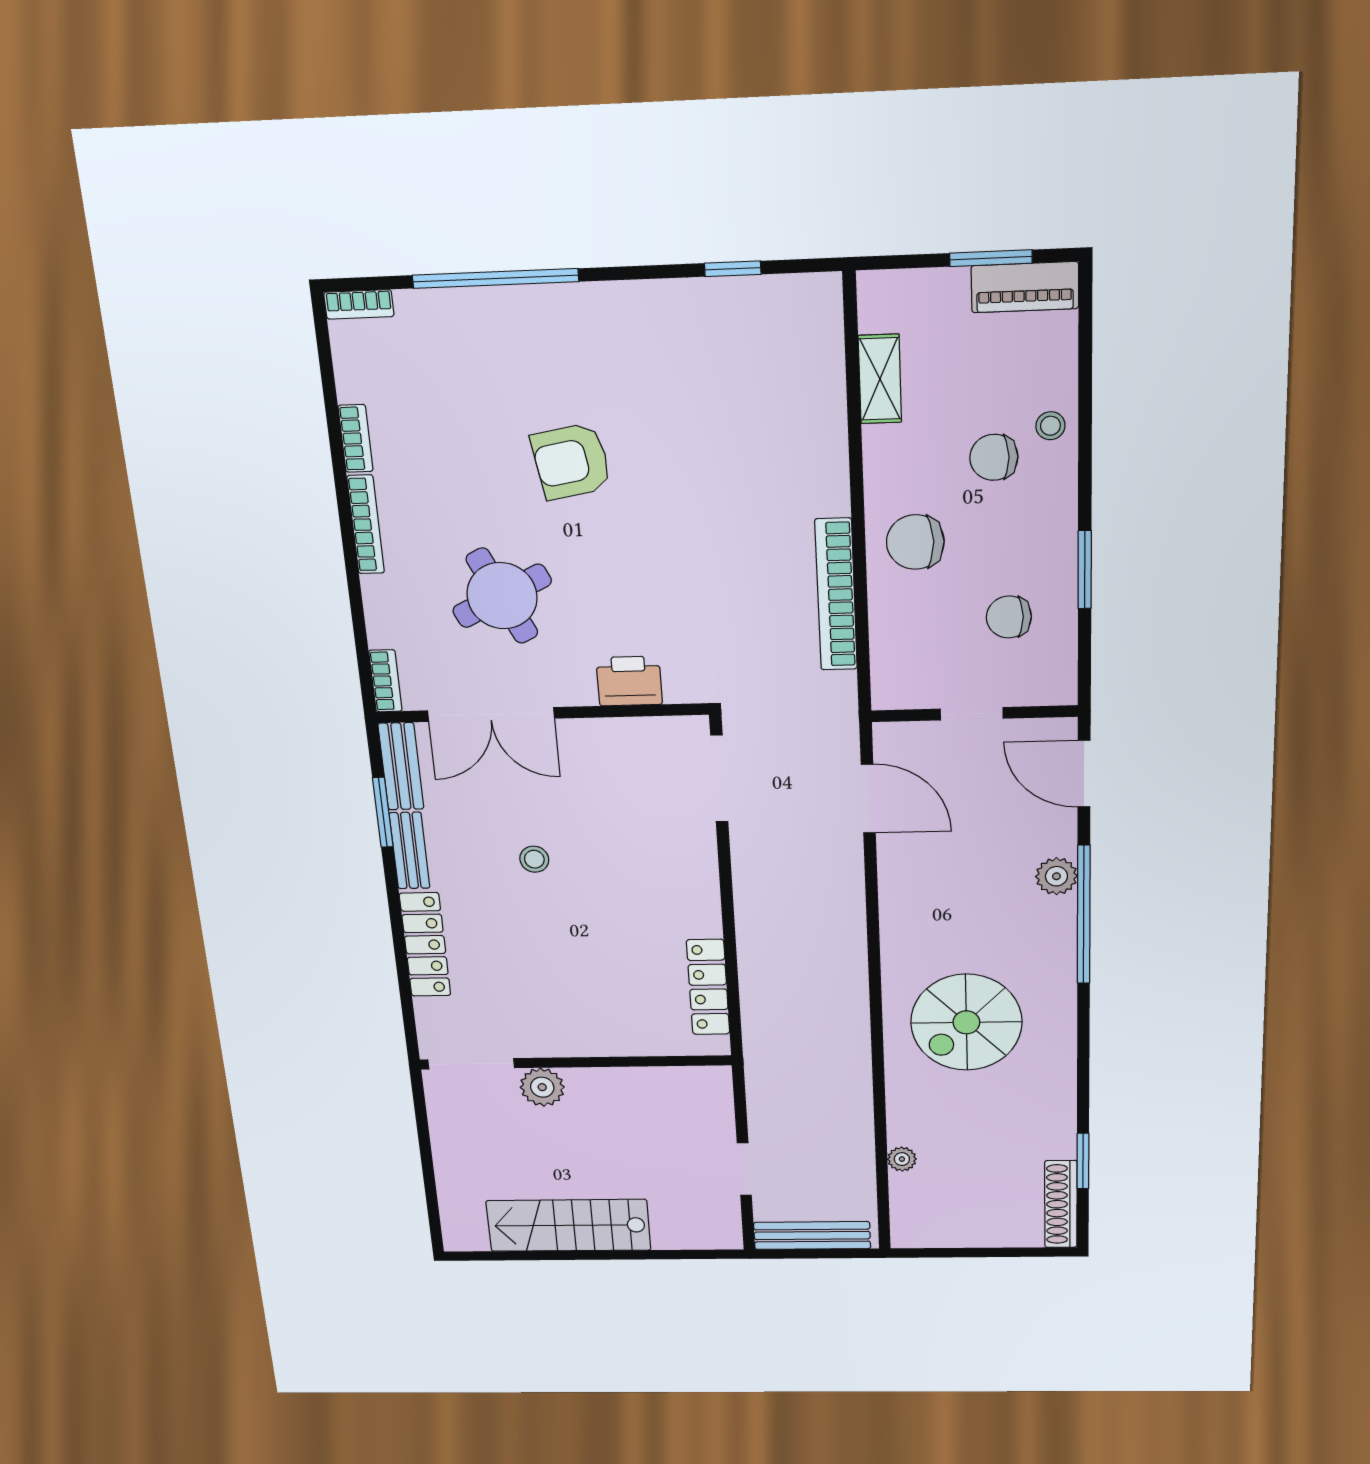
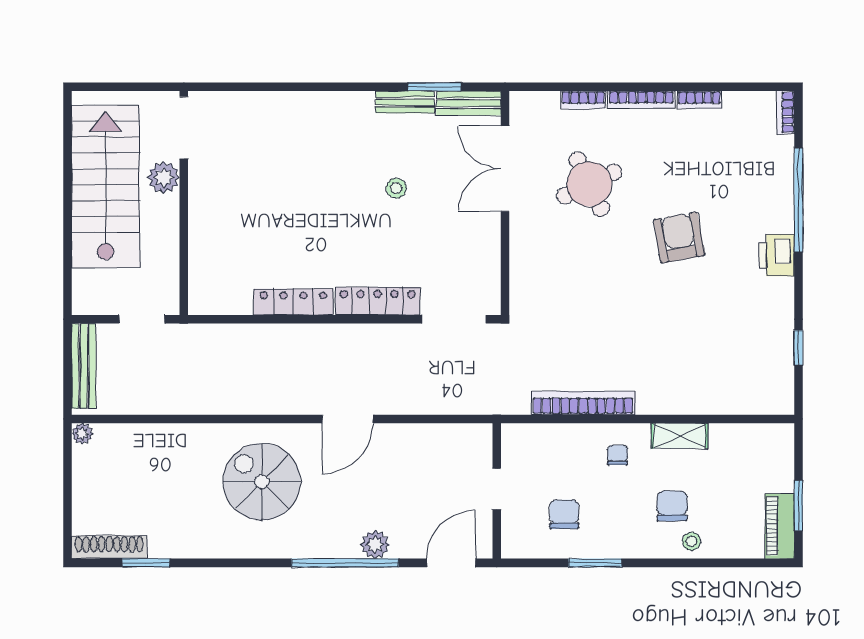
shelving: (880, 379) -> (679, 436), moved
chair: (915, 542) -> (617, 455), width x0.54, depth x0.54
bookcase: (385, 681) -> (583, 100), moved
printer: (629, 681) -> (777, 255), moved, turned 180
door: (868, 799) -> (348, 419), moved
locker: (425, 945) -> (378, 301), moved, turned 180
wall: (575, 1062) -> (184, 203), moved
doorway: (471, 1064) -> (184, 128), moved
plant: (542, 1087) -> (164, 177), moved
plant: (902, 1159) -> (82, 434), moved
stairs: (568, 1225) -> (106, 186), width x1.36, depth x1.51

